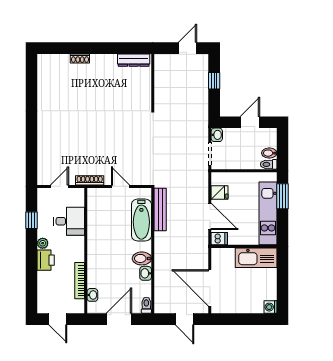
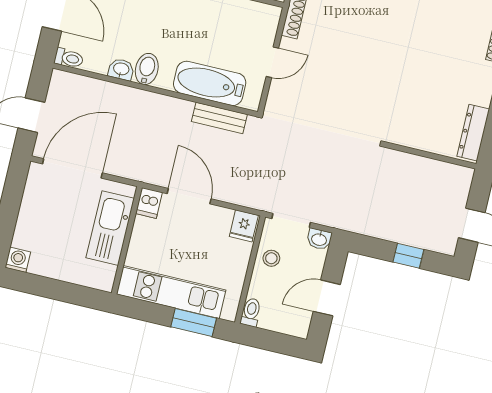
door: (250, 122) -> (327, 298), swing flipped
bidet: (269, 153) -> (269, 318), removed
stool: (234, 160) -> (271, 258), added
fridge: (220, 193) -> (244, 226), moved
bench: (160, 210) -> (219, 118), width x0.73
door: (210, 216) -> (189, 196), swing flipped
kitchen sink: (256, 258) -> (110, 228), moved

